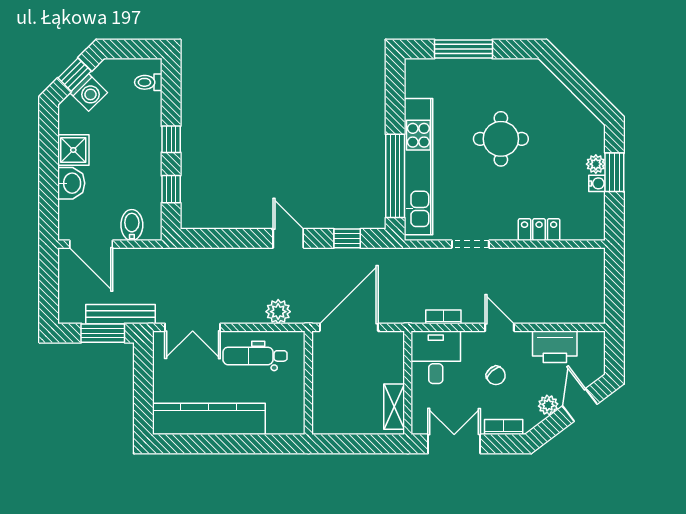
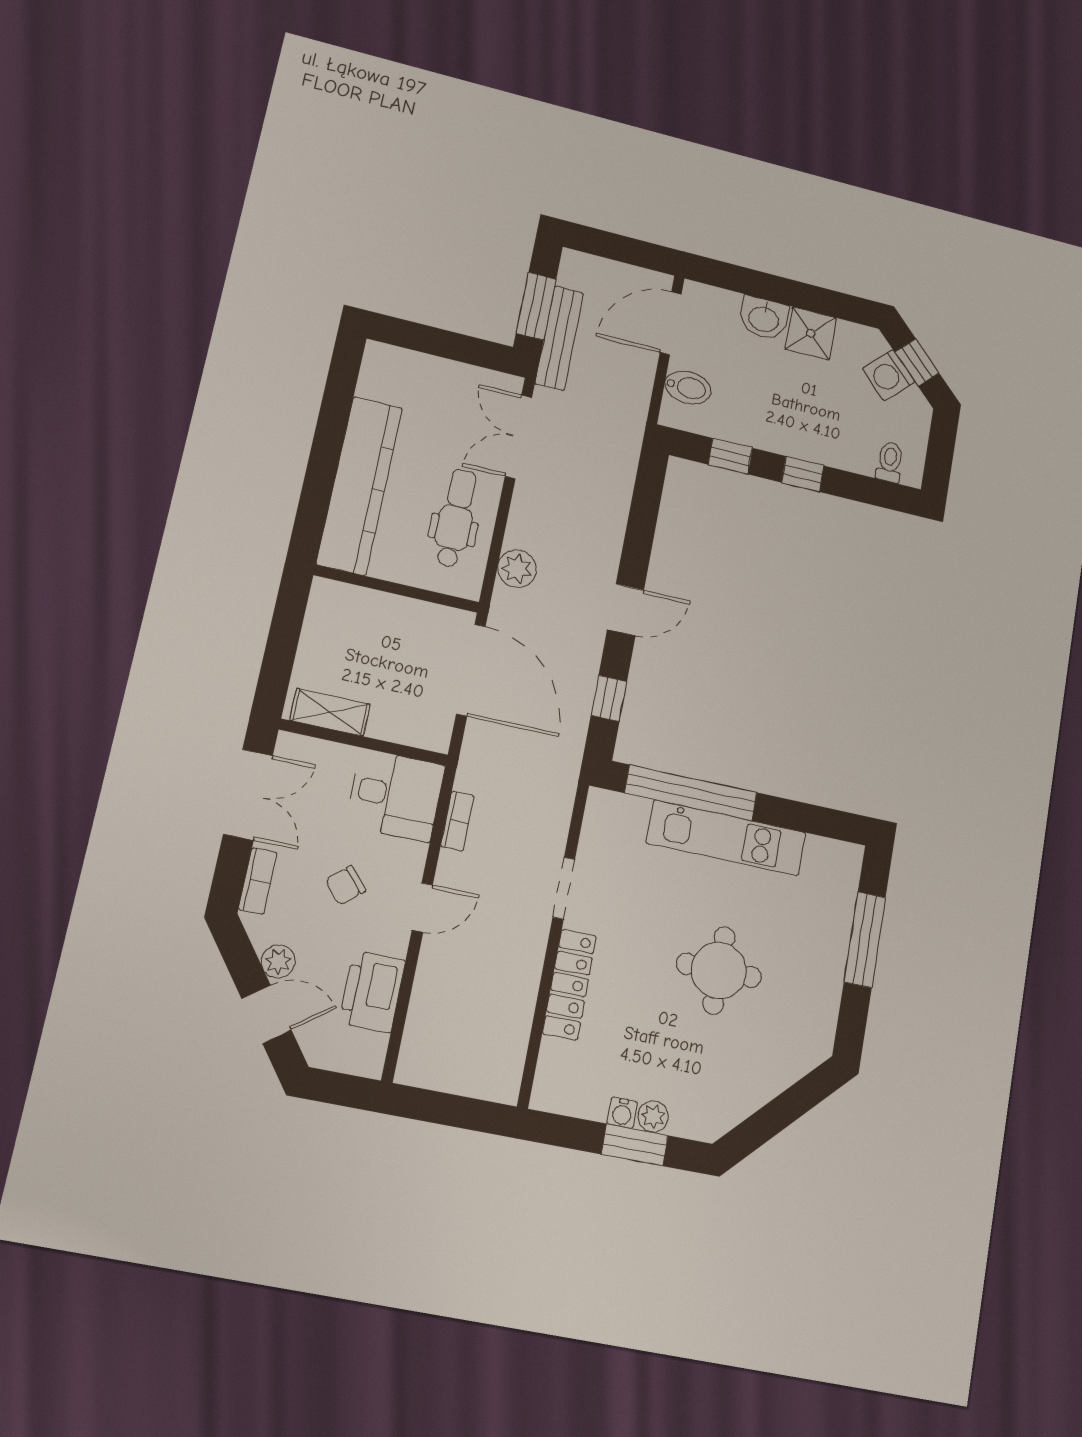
kitchen unit: (418, 167) -> (726, 838), width x0.73
locker: (539, 230) -> (569, 985), width x1.53
kitchen counter: (209, 419) -> (359, 485), moved

